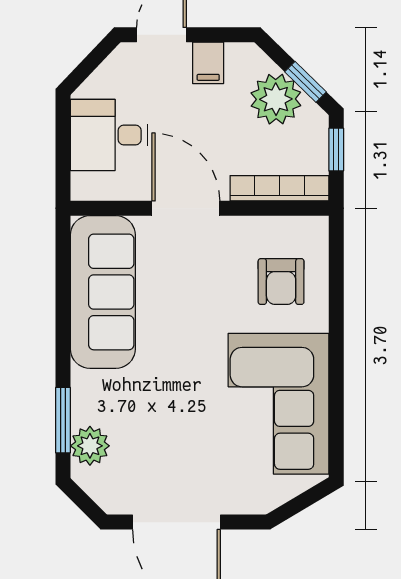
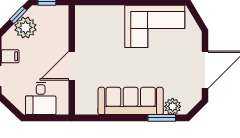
bookcase: (279, 188) -> (63, 26), removed
armchair: (281, 282) -> (103, 25), removed
sofa: (103, 292) -> (131, 101), moved

